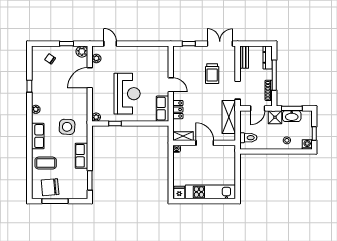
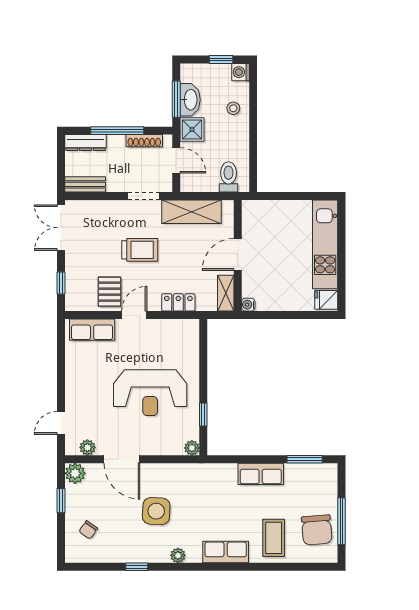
pallet: (184, 71) -> (110, 292), added
trolley: (212, 74) -> (140, 250), moved
reception desk: (127, 94) -> (150, 393), turned 180
row of seats: (163, 109) -> (92, 330), moved
side table: (67, 127) -> (156, 511), moved

